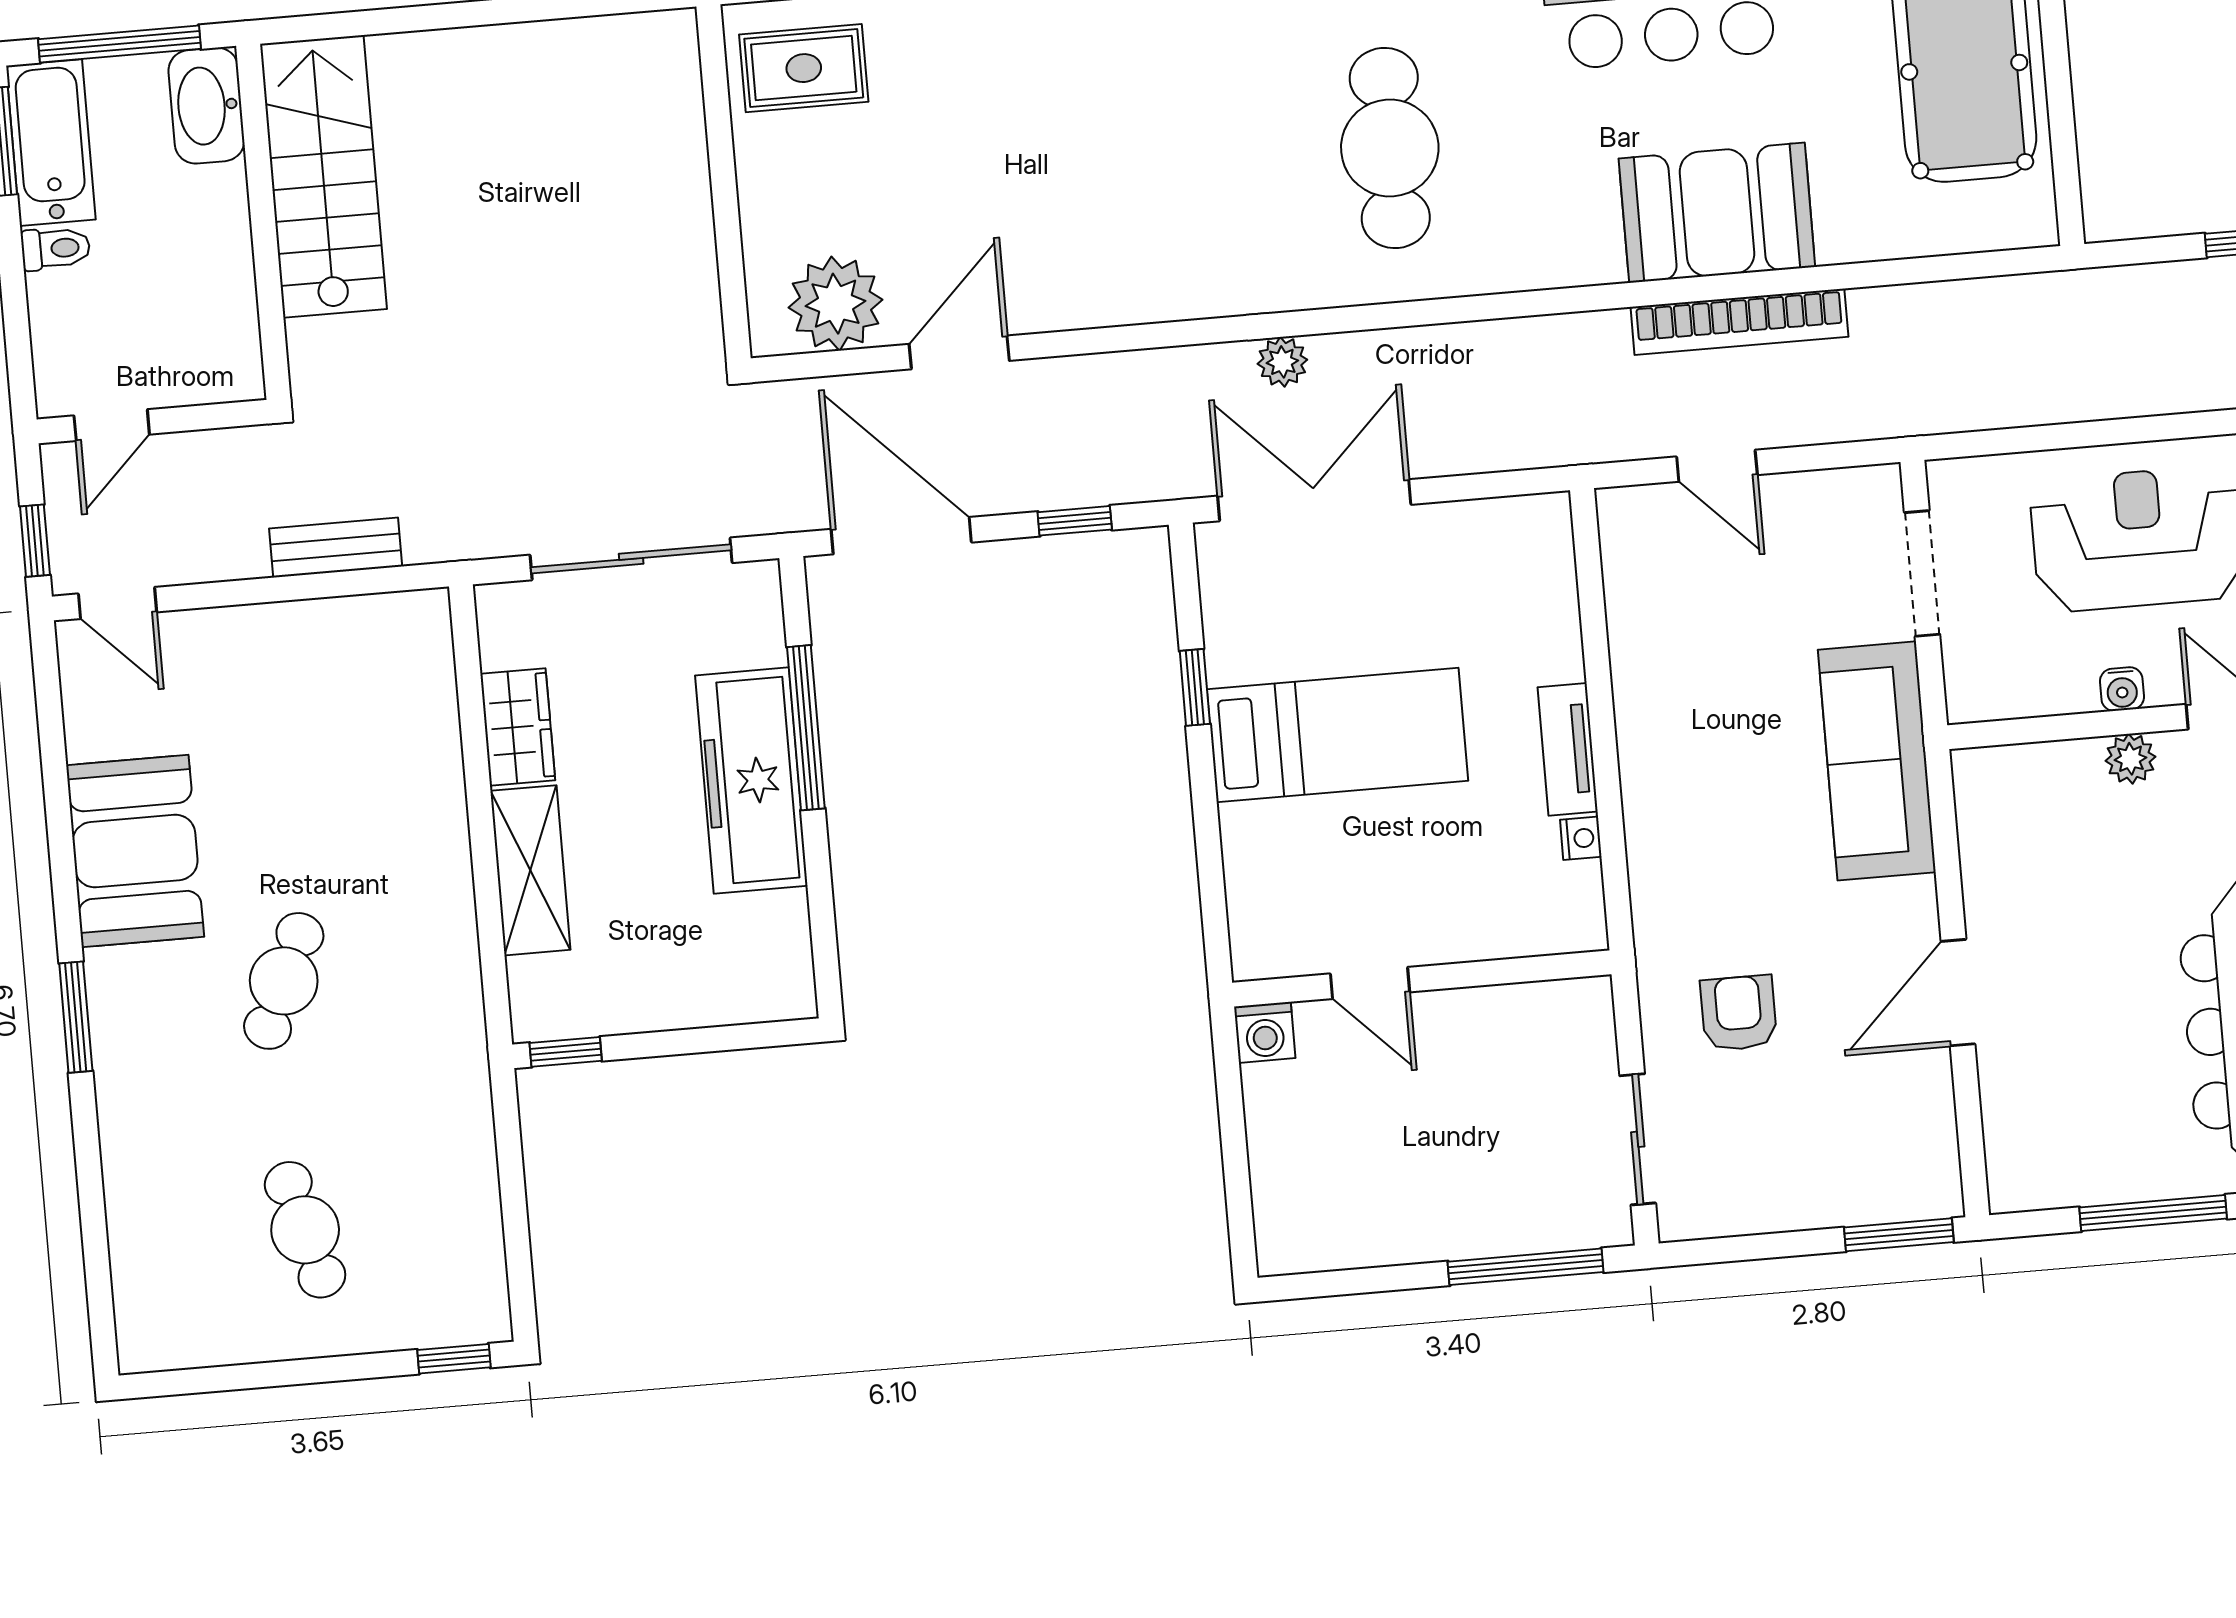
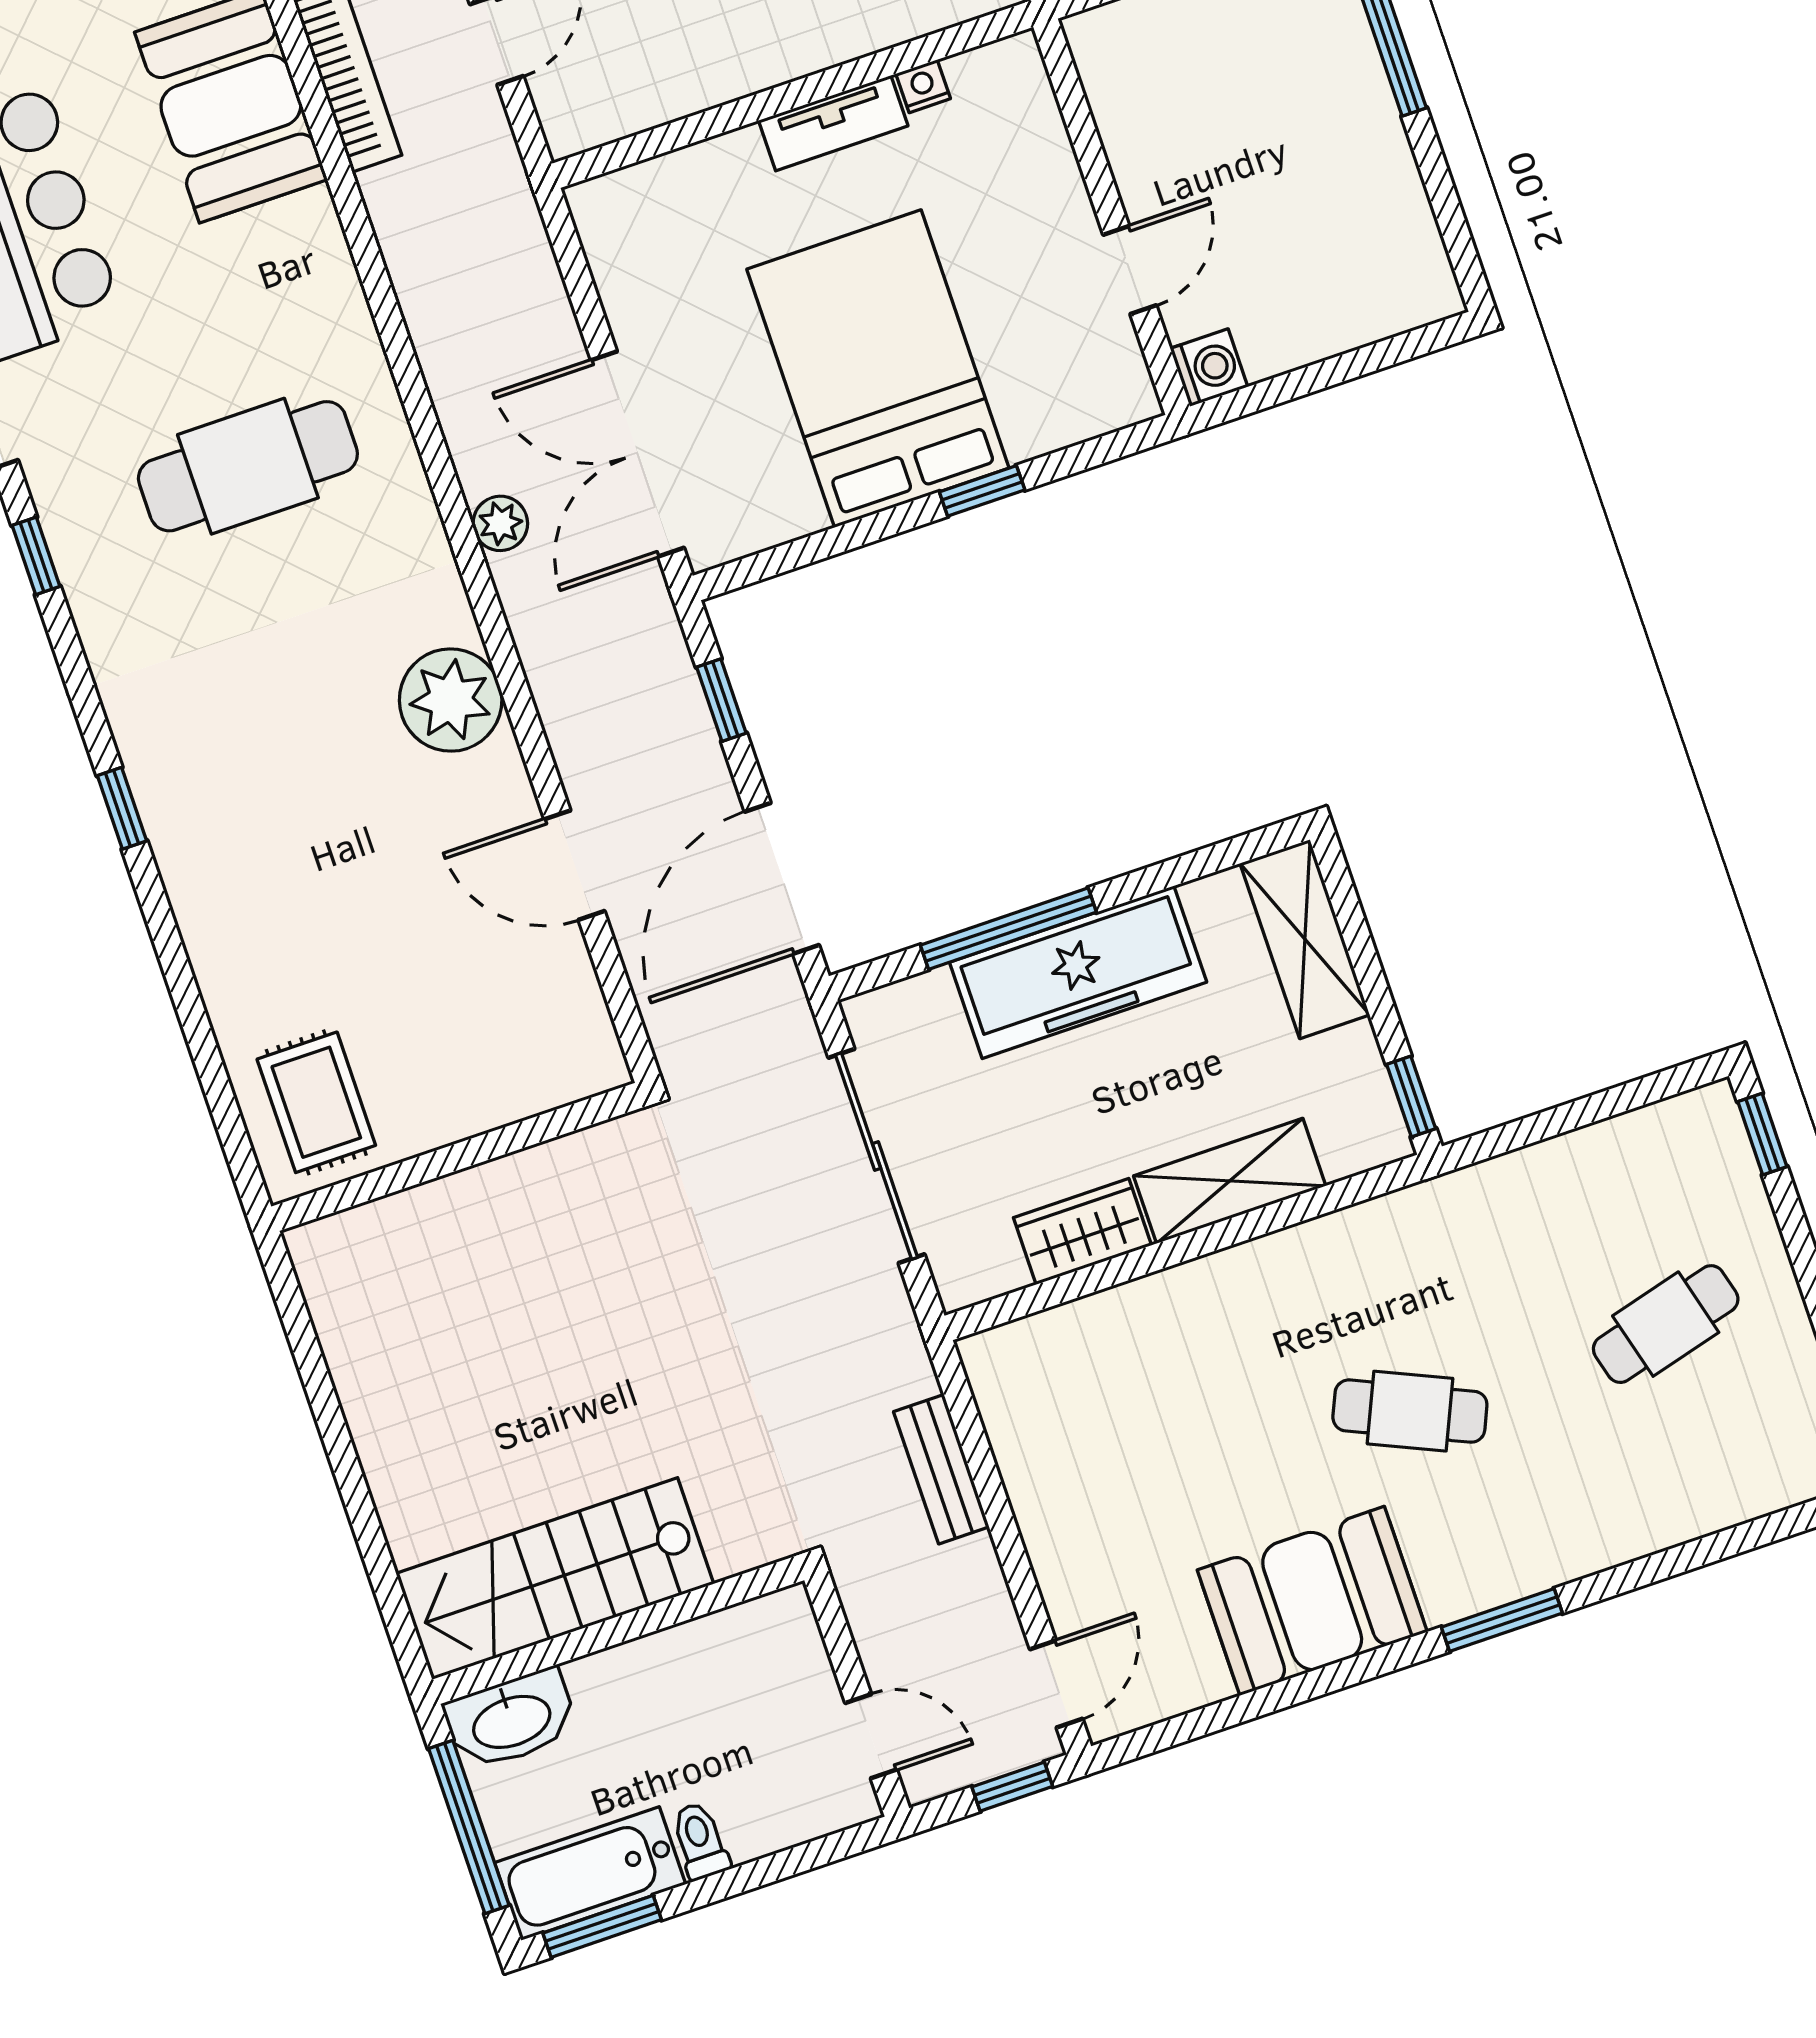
plant: (835, 304) -> (451, 700), moved
window: (1195, 687) -> (982, 491), moved
bed: (1337, 735) -> (878, 369), width x1.50
shelving: (731, 991) -> (1305, 939), added

